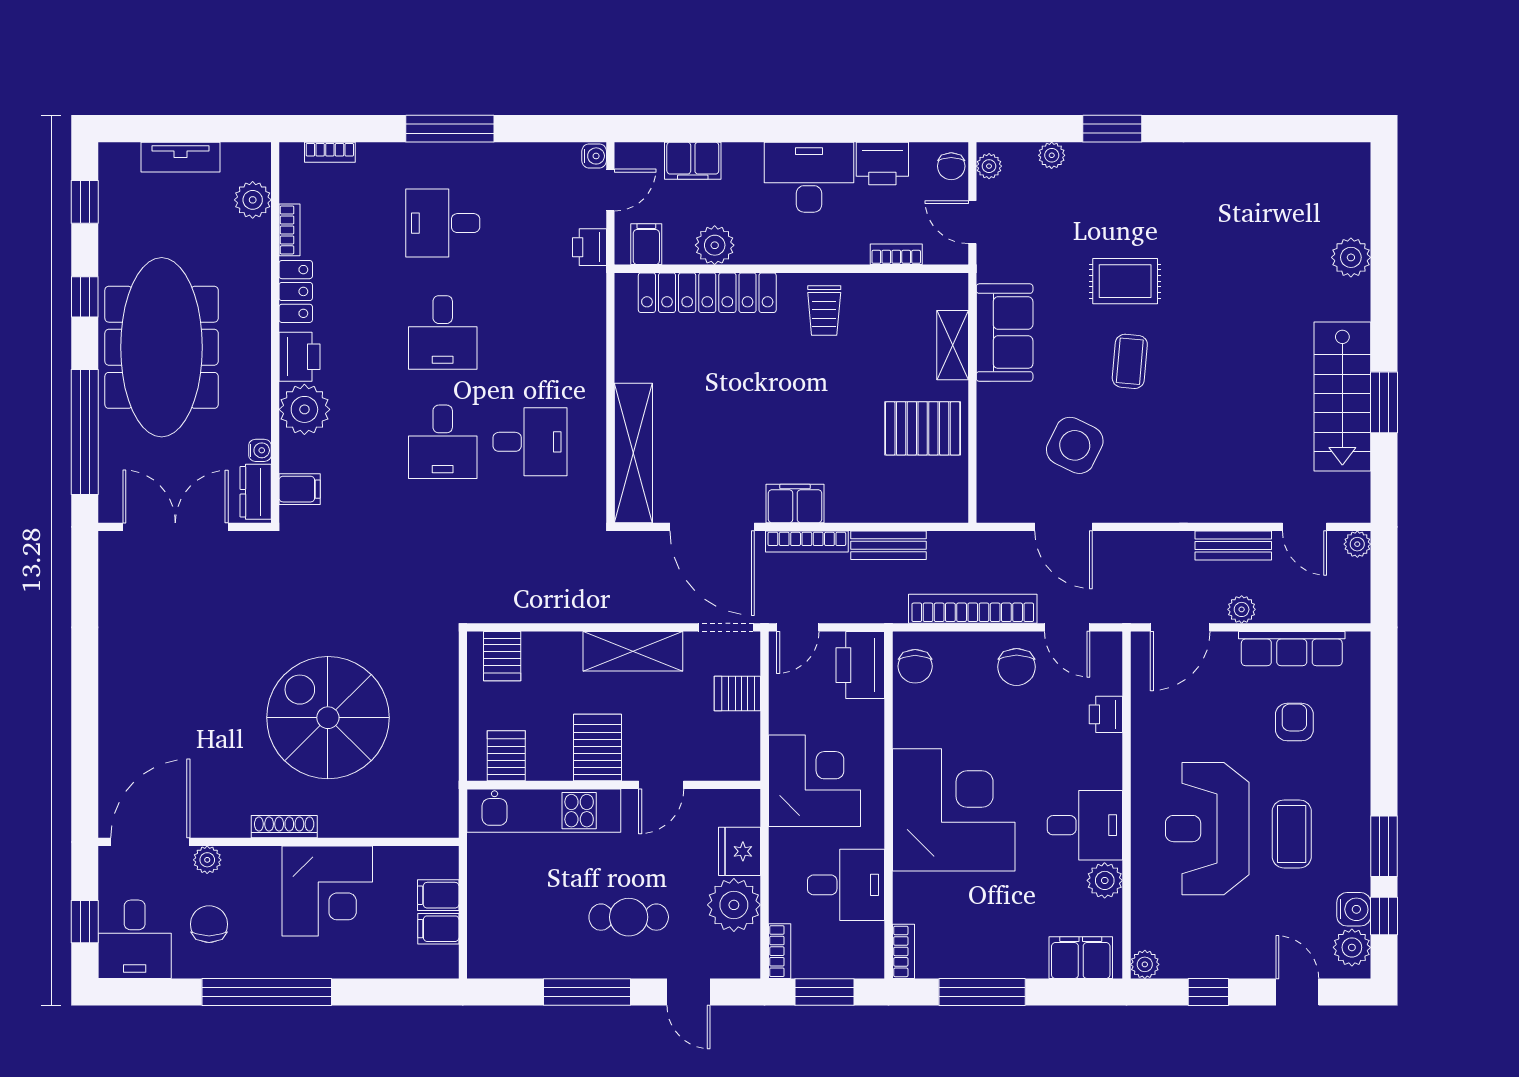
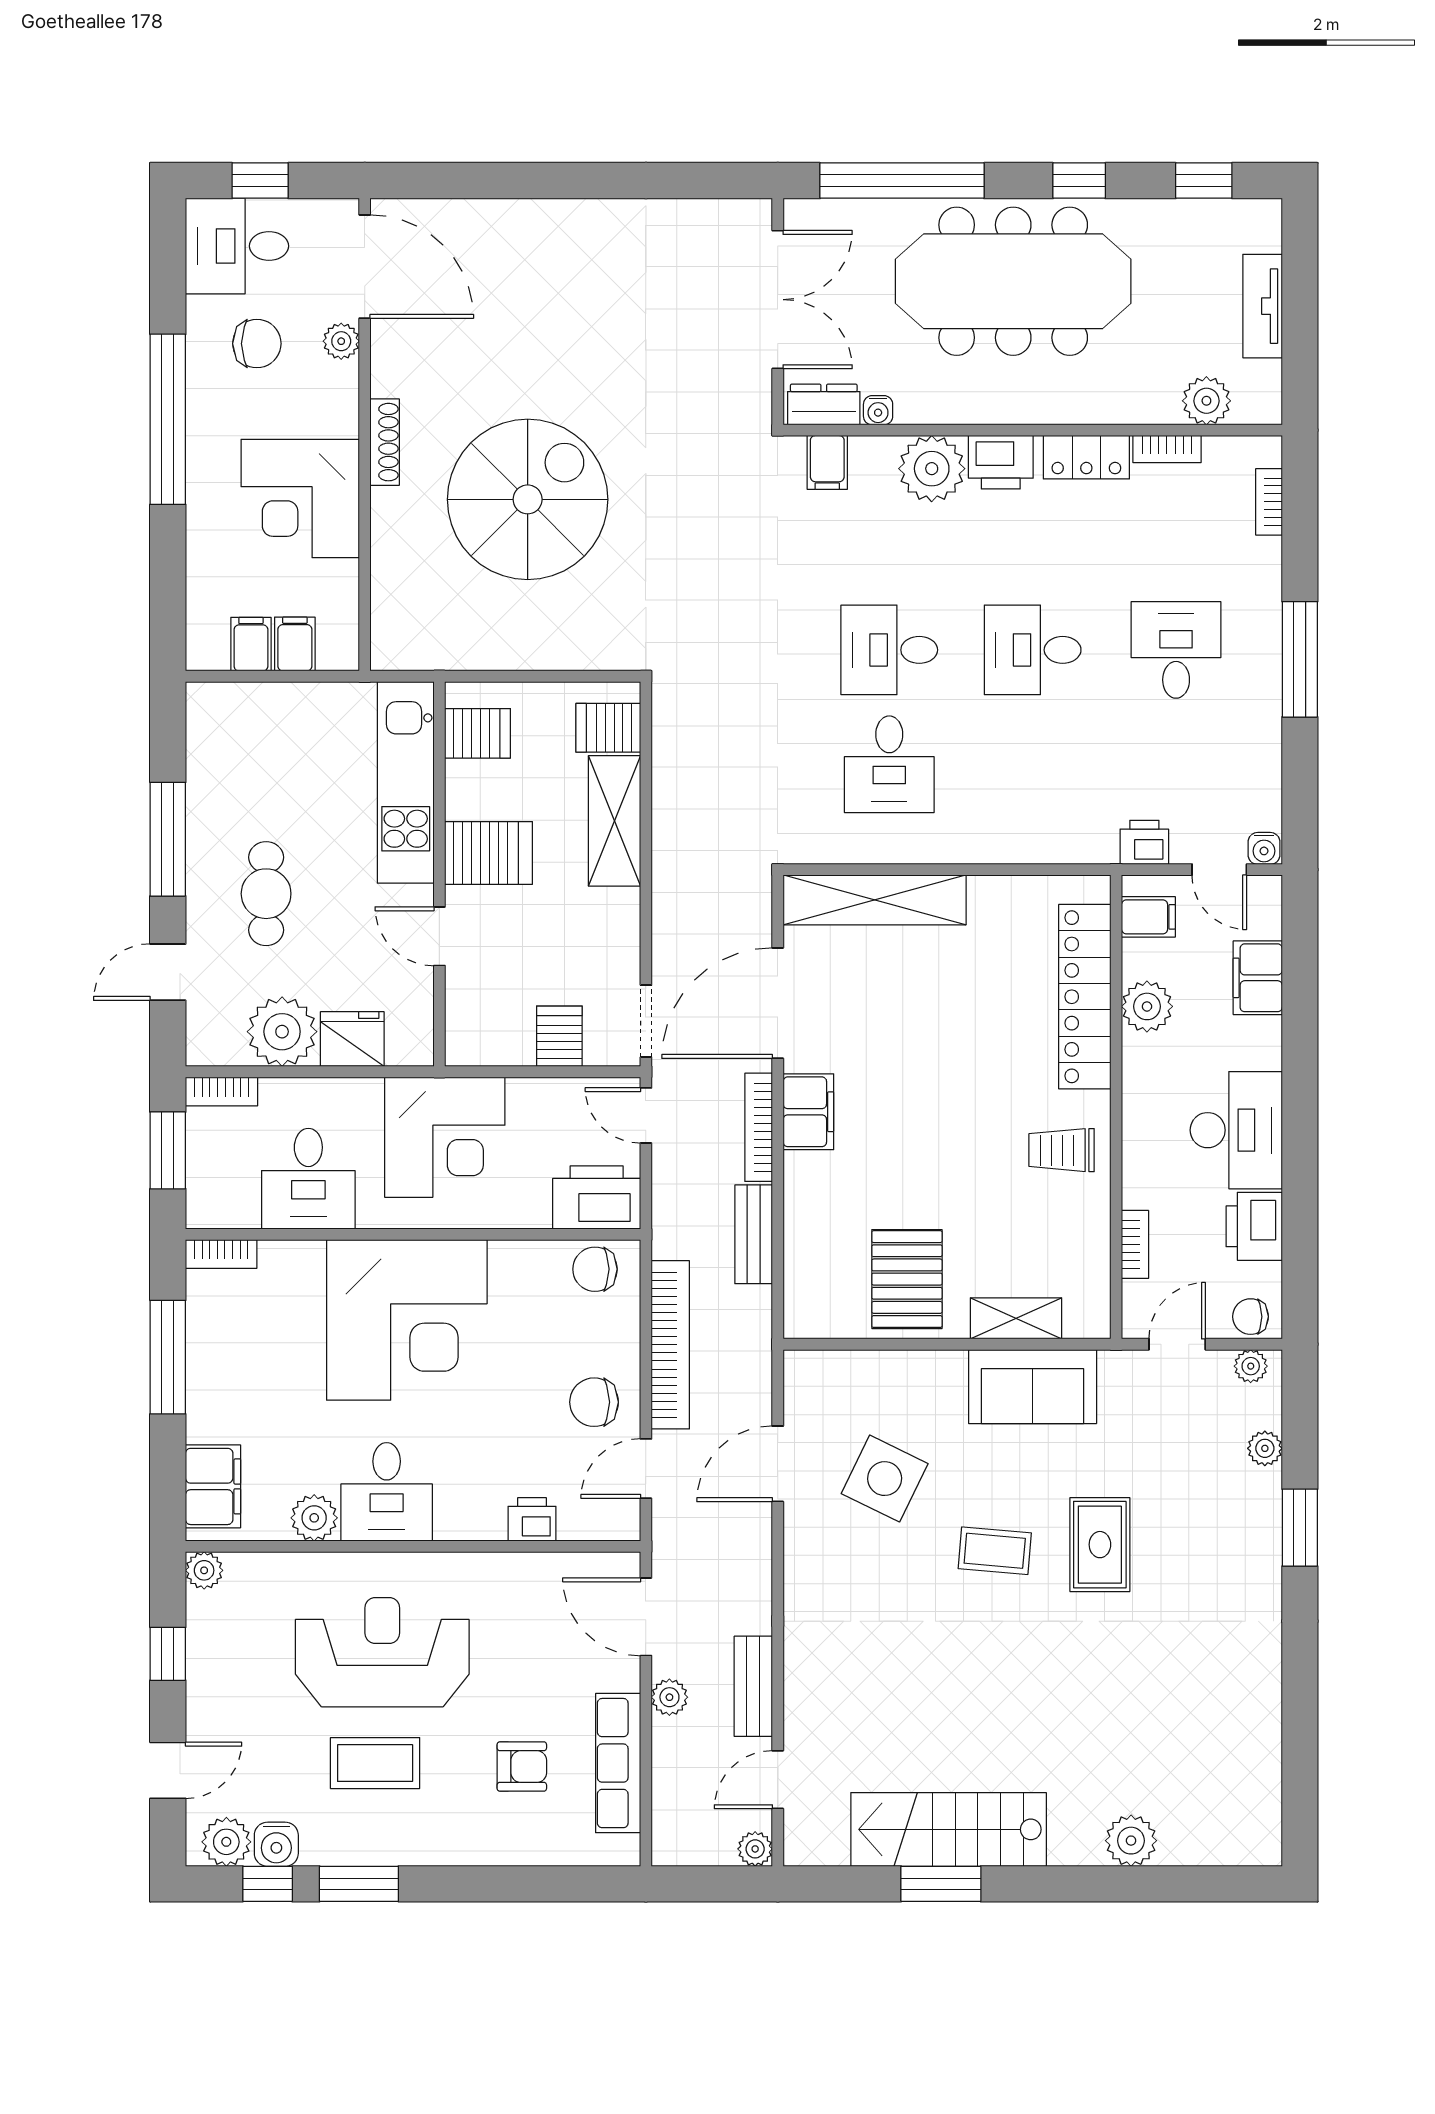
shelving: (633, 651) -> (615, 821), moved

